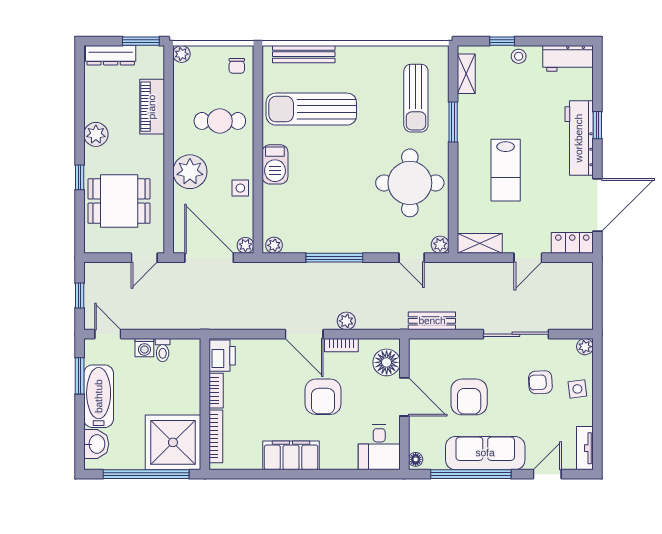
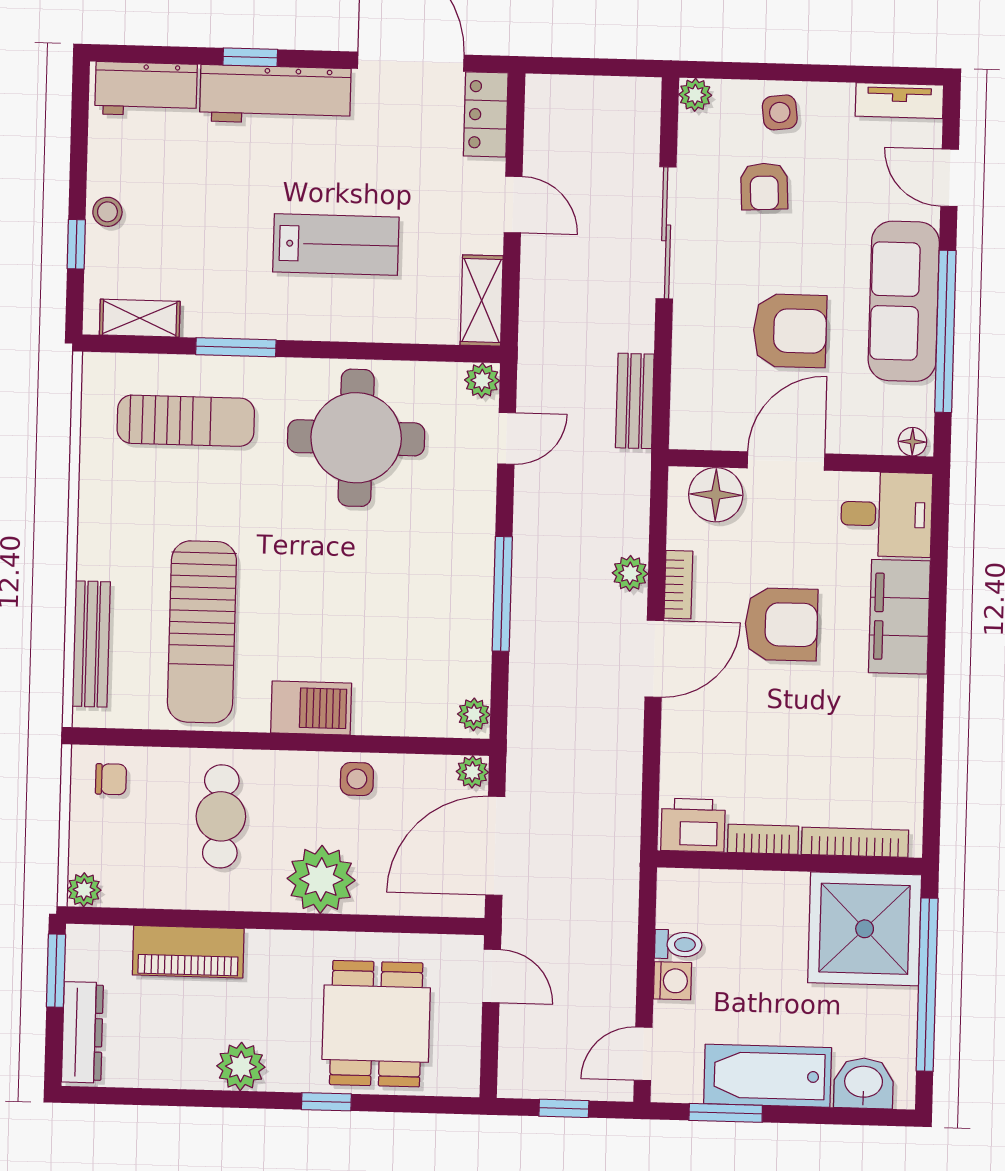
workbench: (568, 58) -> (146, 89), moved, turned 90
filing cabinet: (291, 455) -> (899, 617), moved

